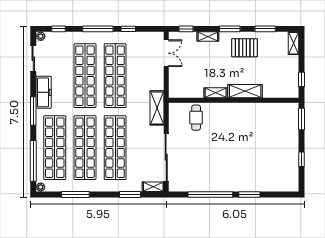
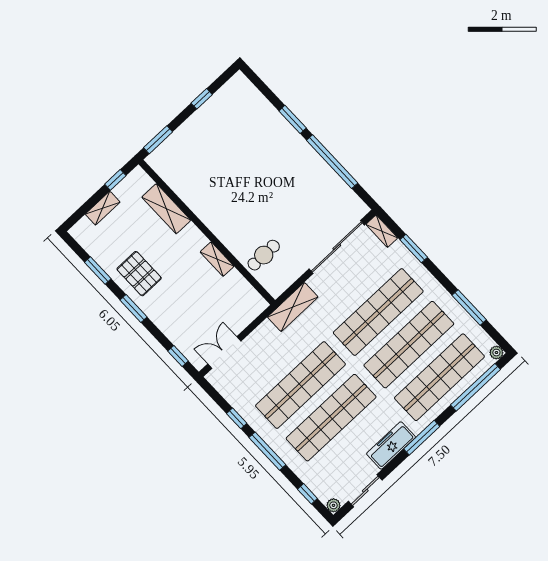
shelving: (208, 37) -> (164, 325), removed
shelving: (294, 43) -> (103, 208), moved
shelving: (245, 91) -> (166, 209), moved

